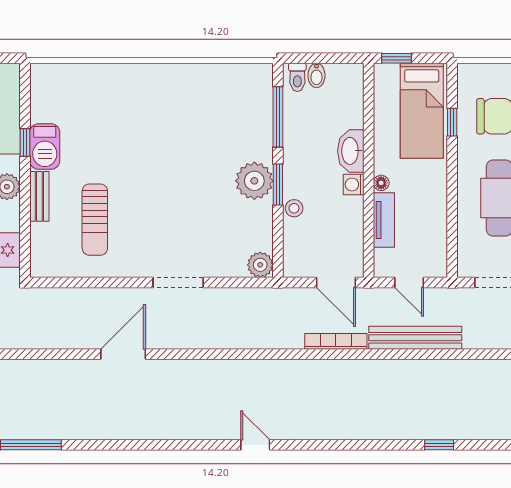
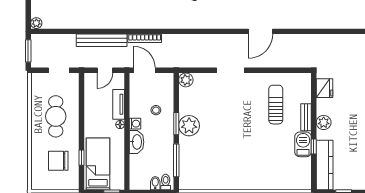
stool: (294, 208) -> (156, 110), moved
door: (409, 283) -> (105, 70), swing flipped

